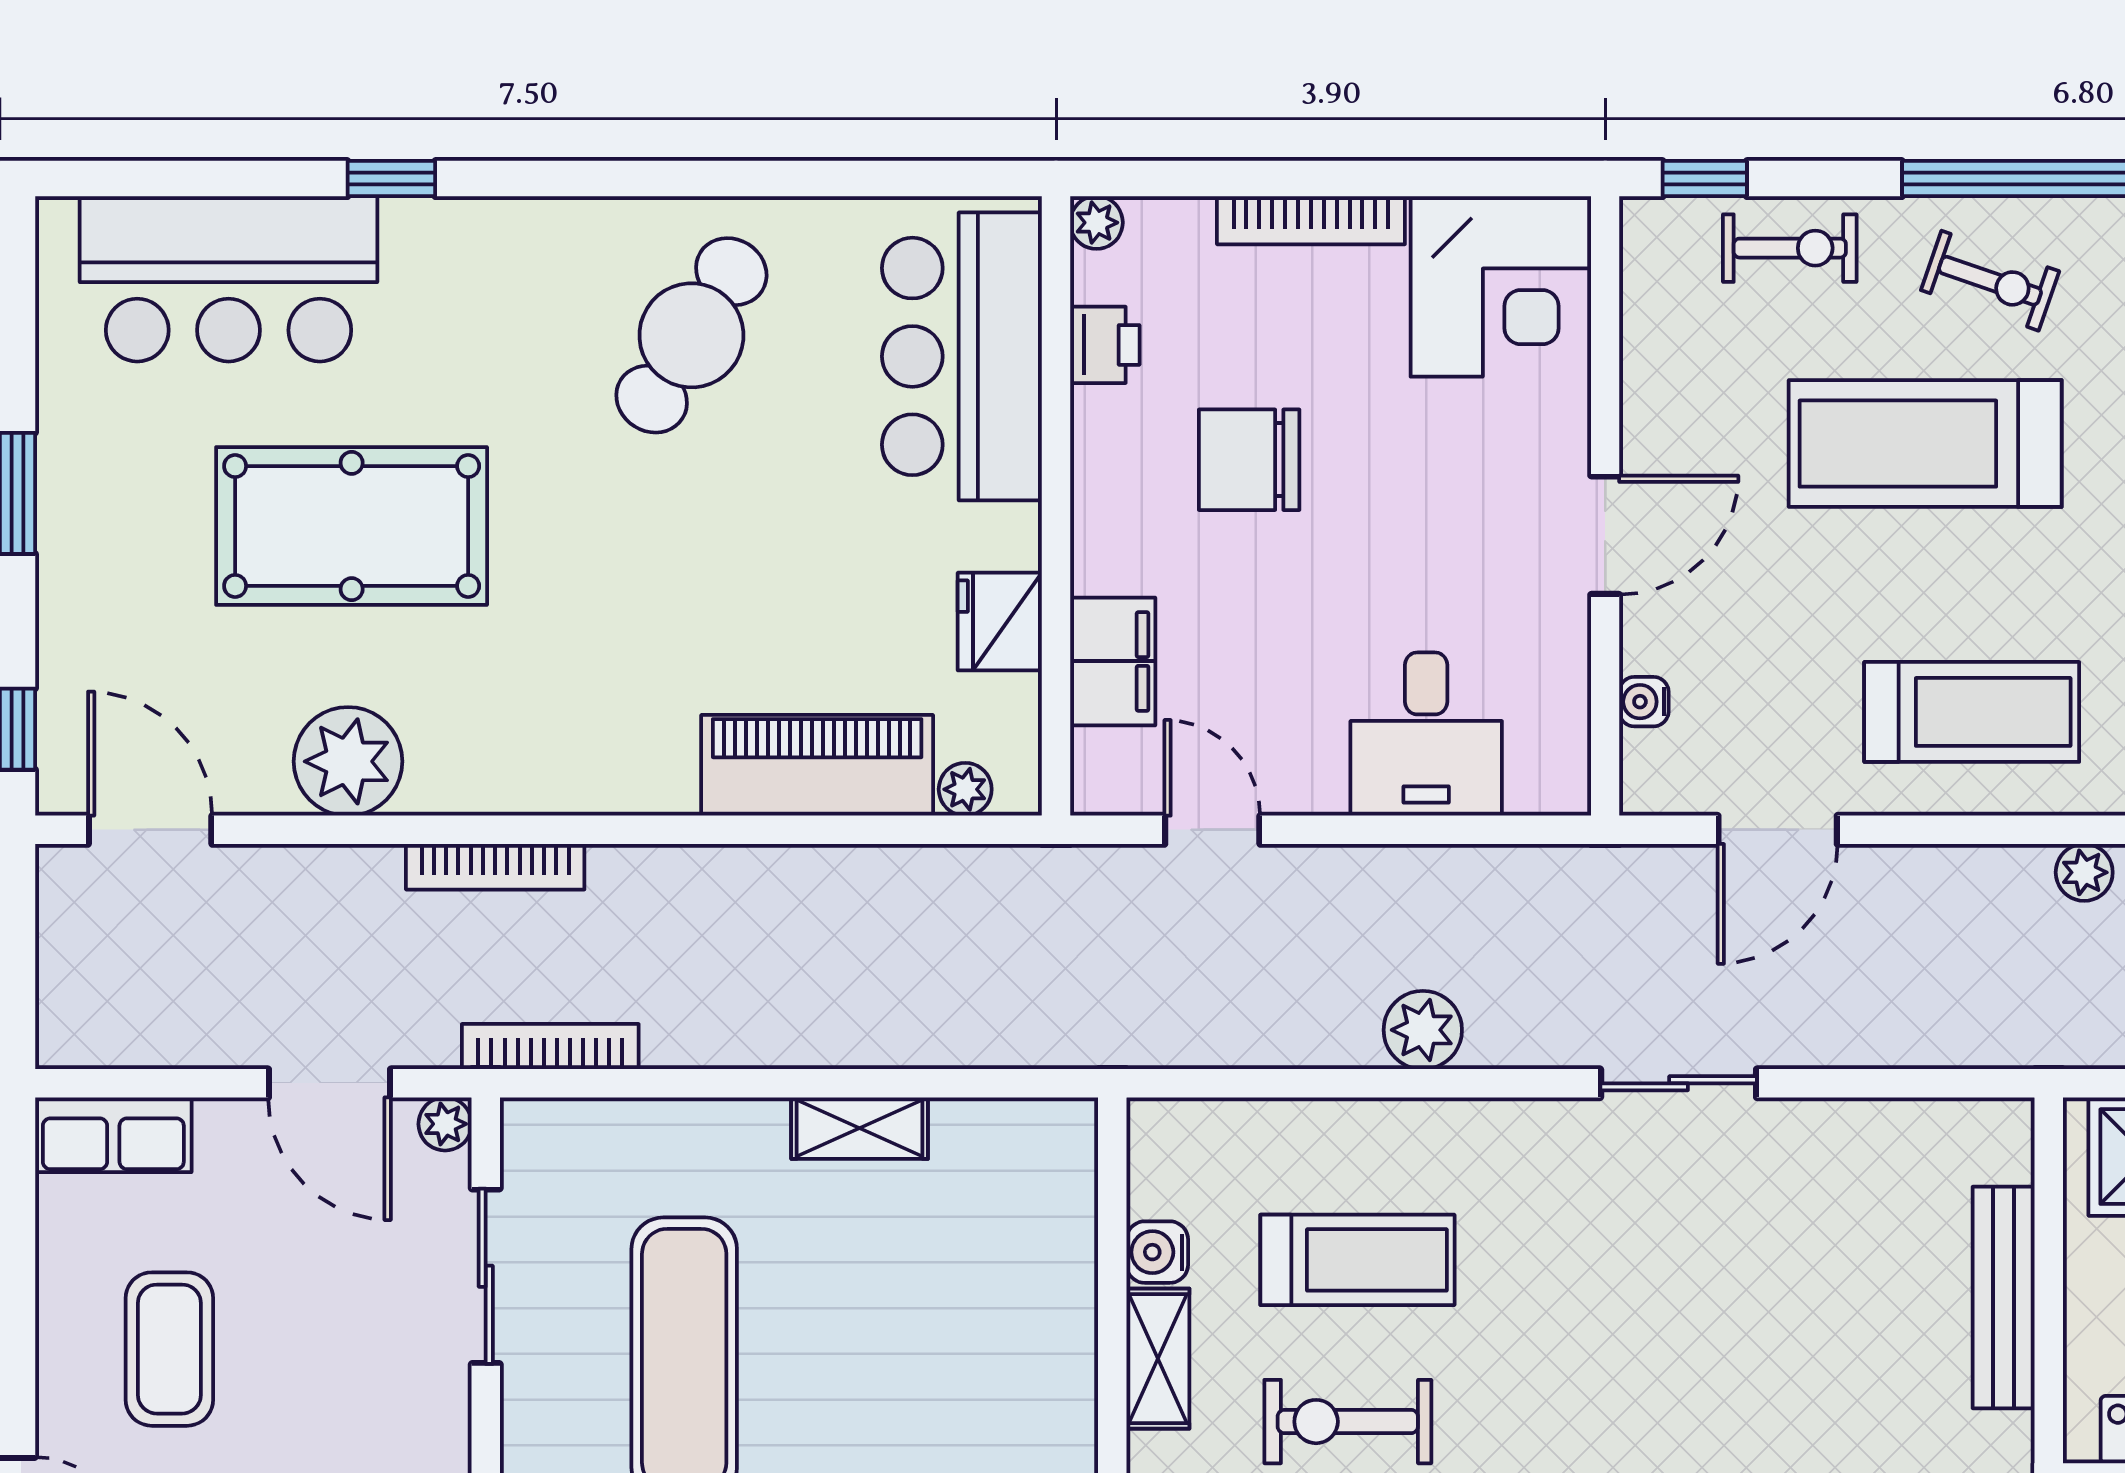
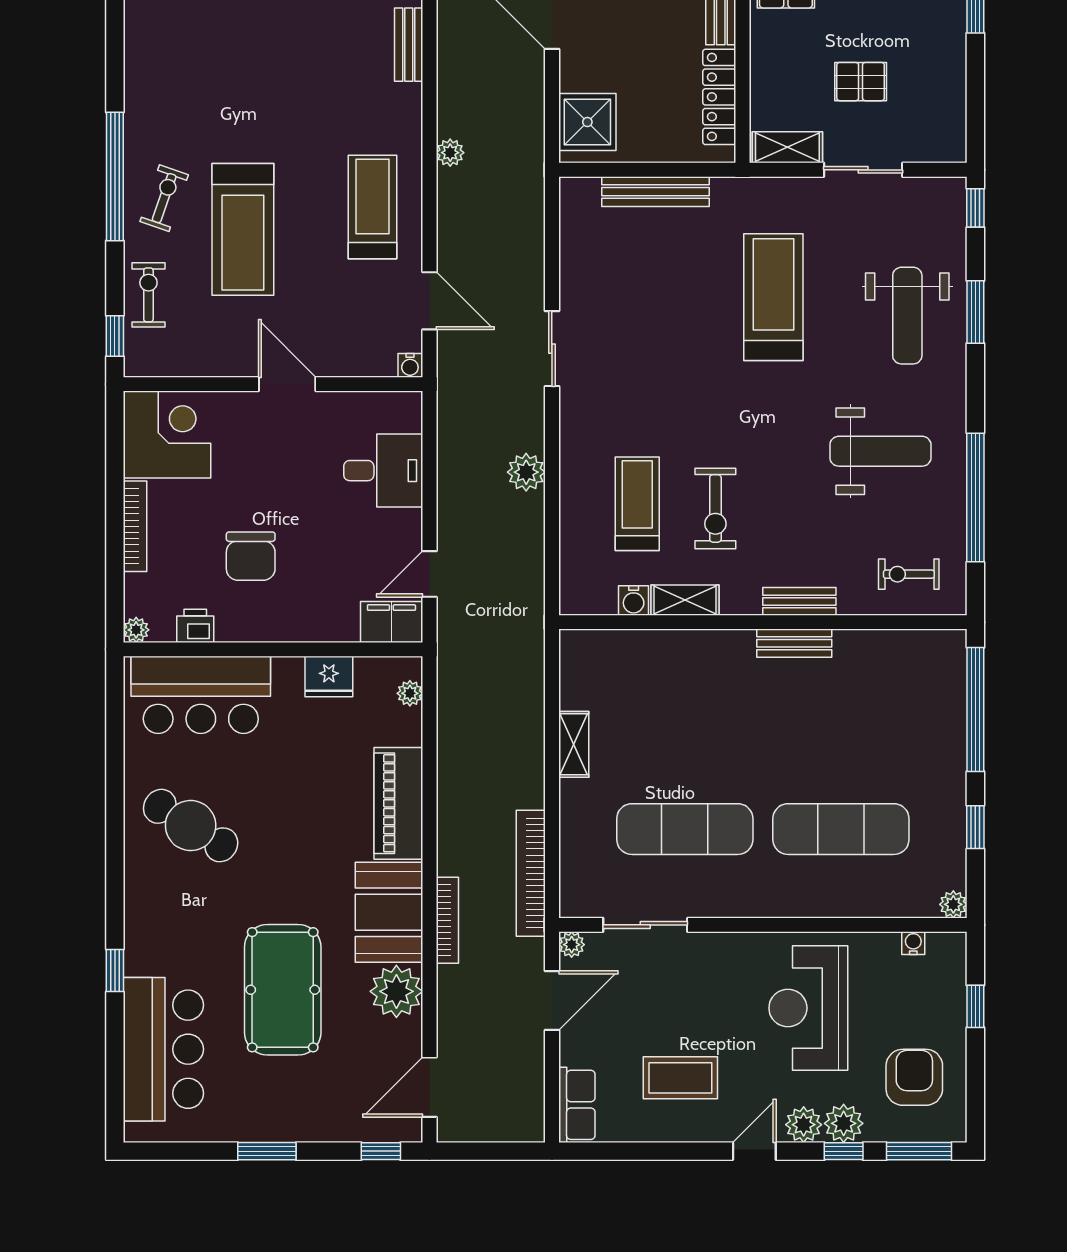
filing cabinet: (1113, 661) -> (391, 622), moved
water cooler: (1644, 702) -> (410, 365), moved
booth: (512, 746) -> (389, 912), added
piano: (817, 765) -> (398, 803), moved
bookcase: (550, 1047) -> (531, 873), width x1.48, depth x1.31

